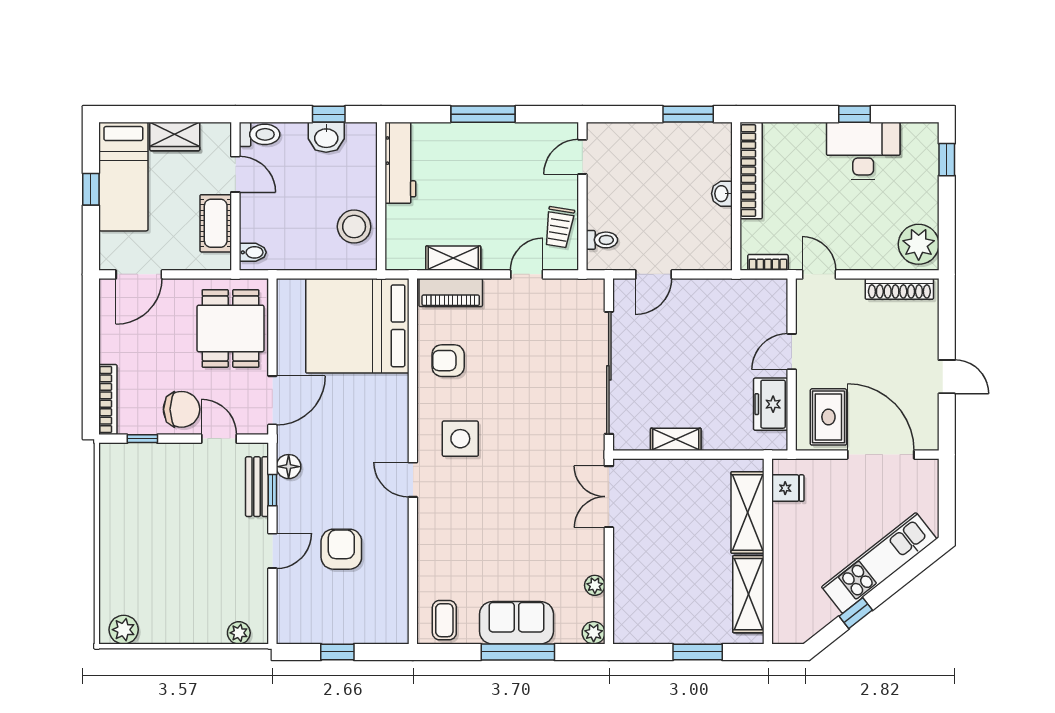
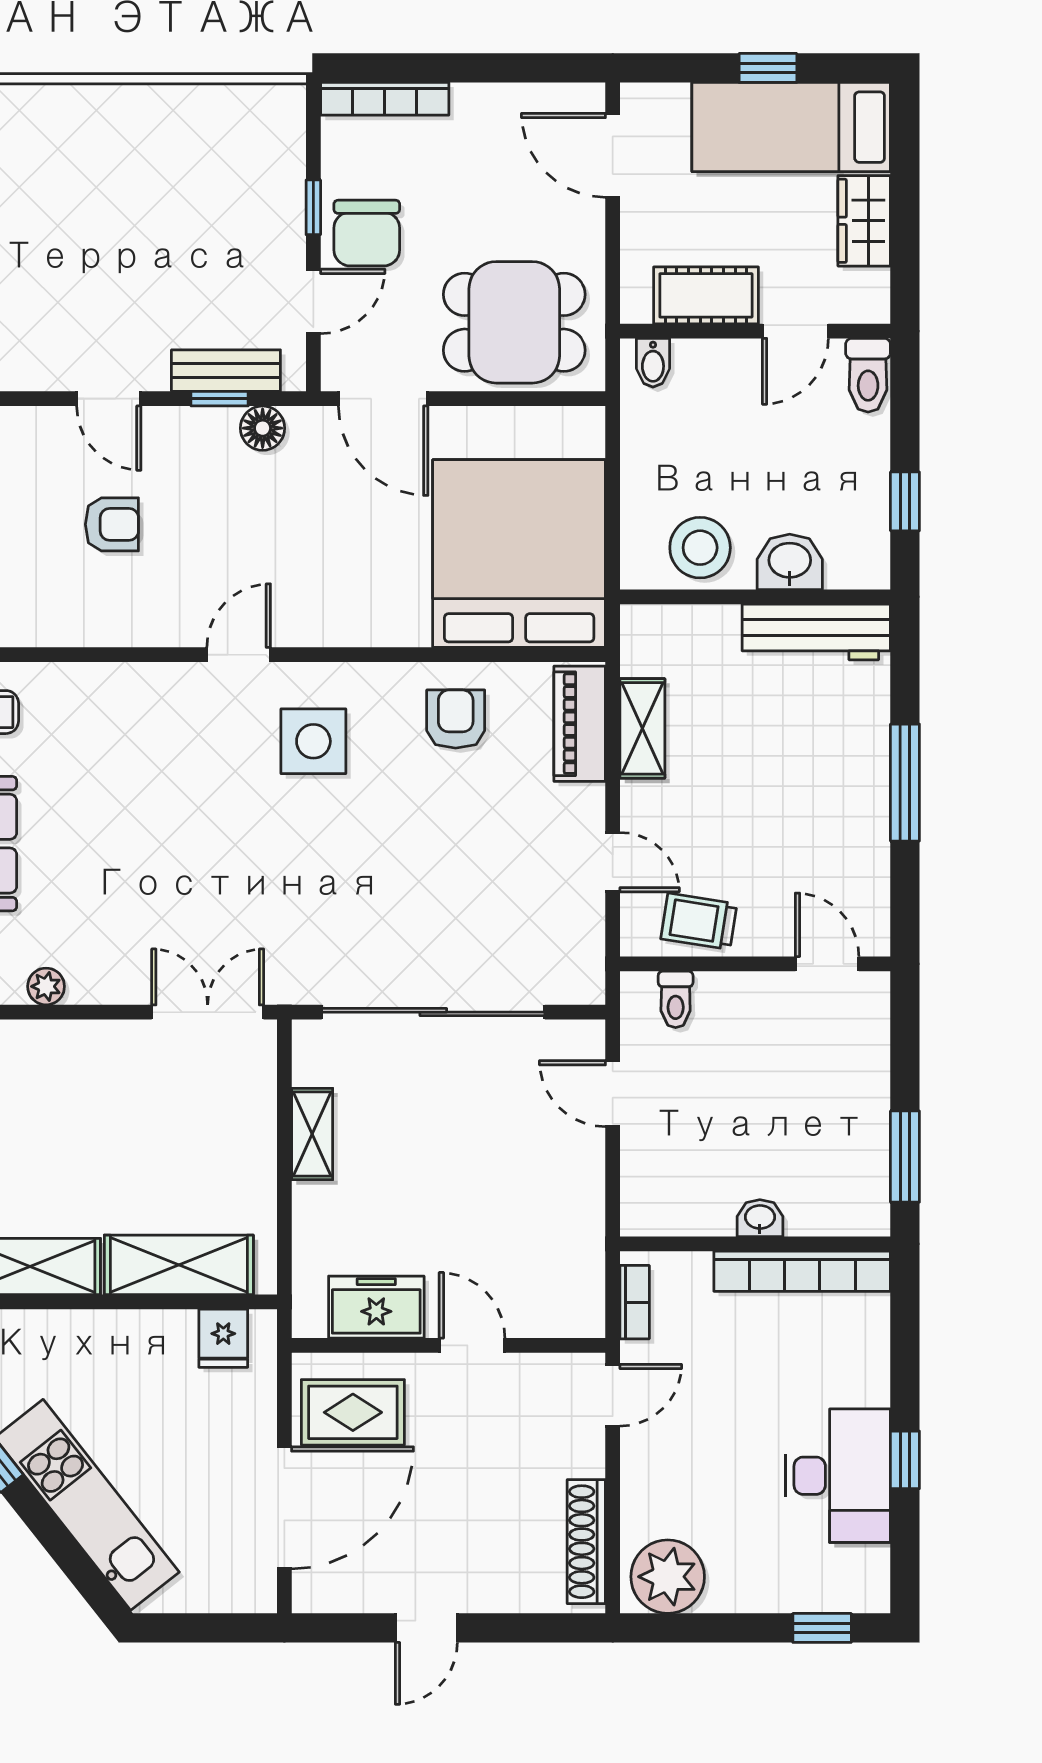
washbasin: (326, 137) -> (790, 562), moved, turned 90
window: (142, 439) -> (313, 207), moved
armchair: (341, 549) -> (112, 524), width x0.72, depth x0.72

